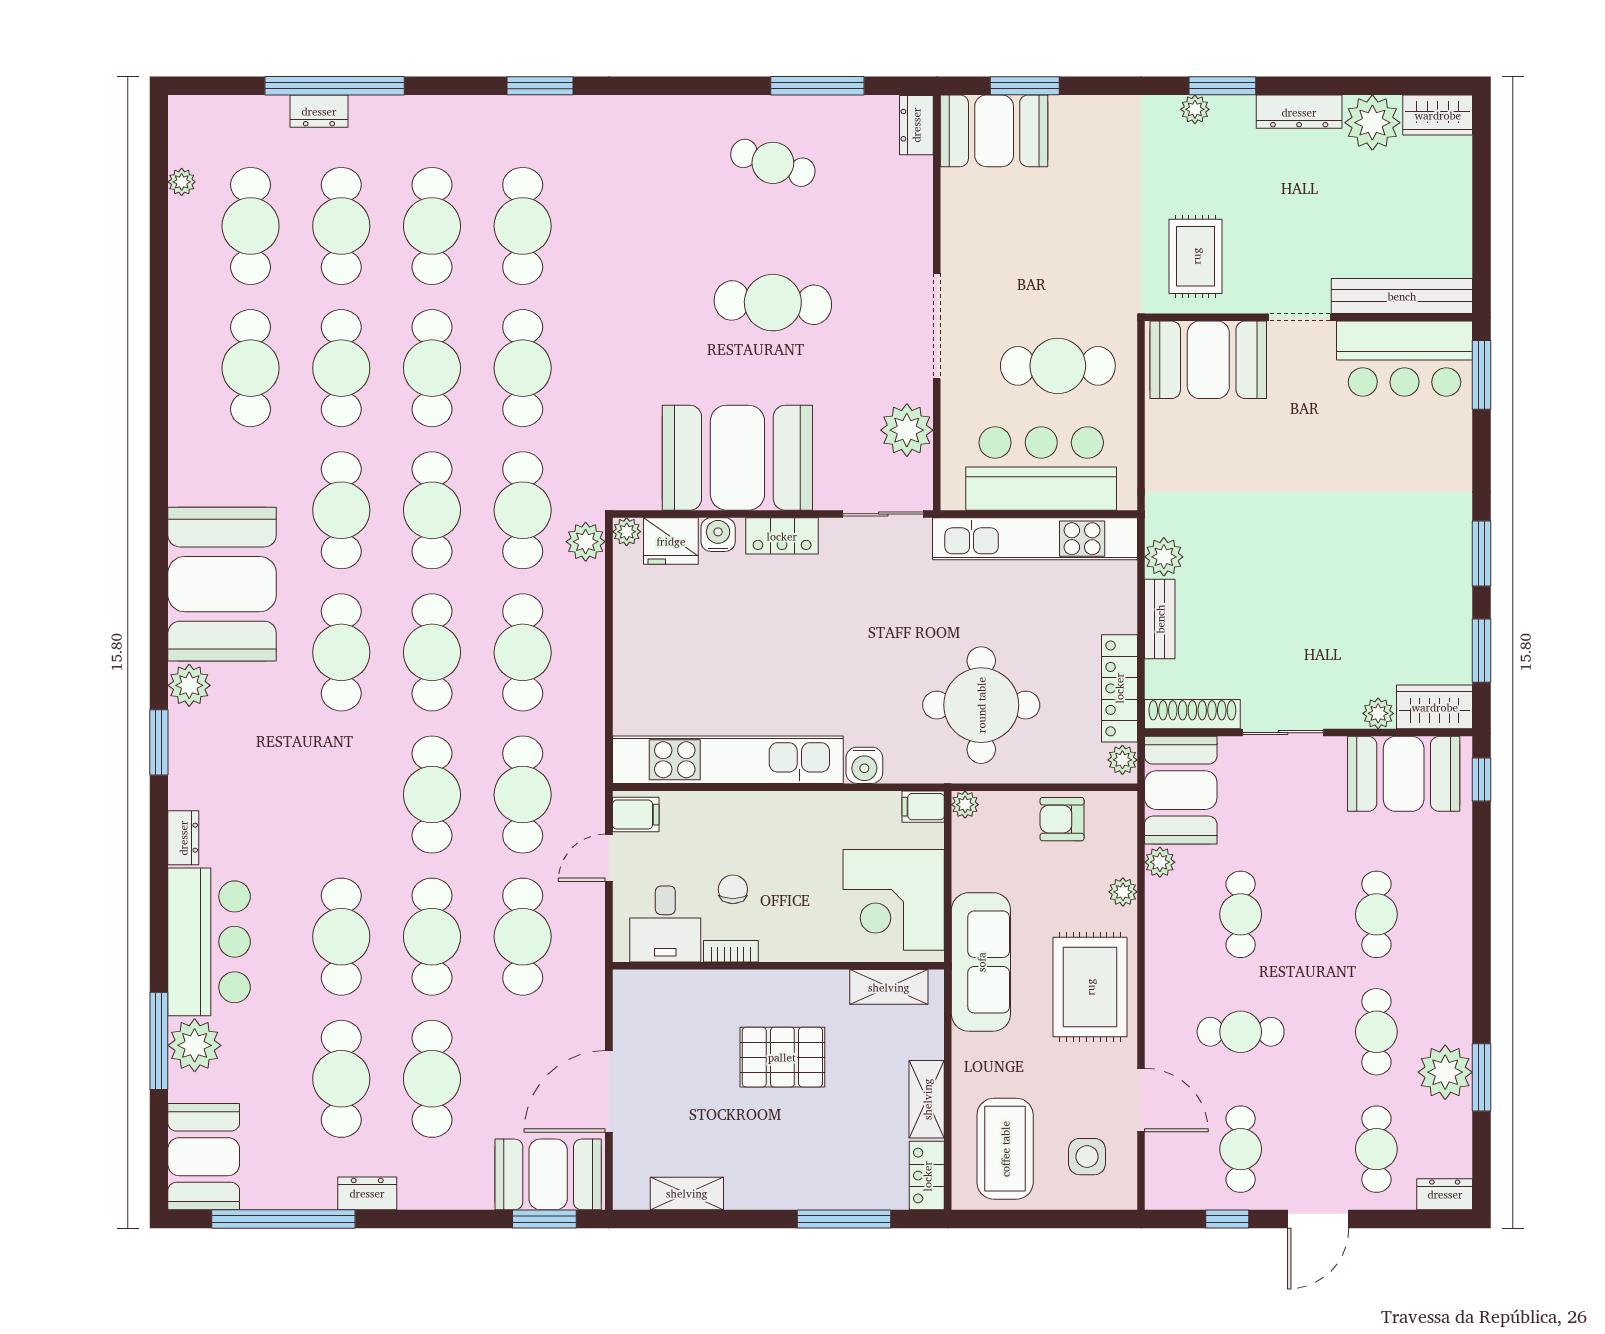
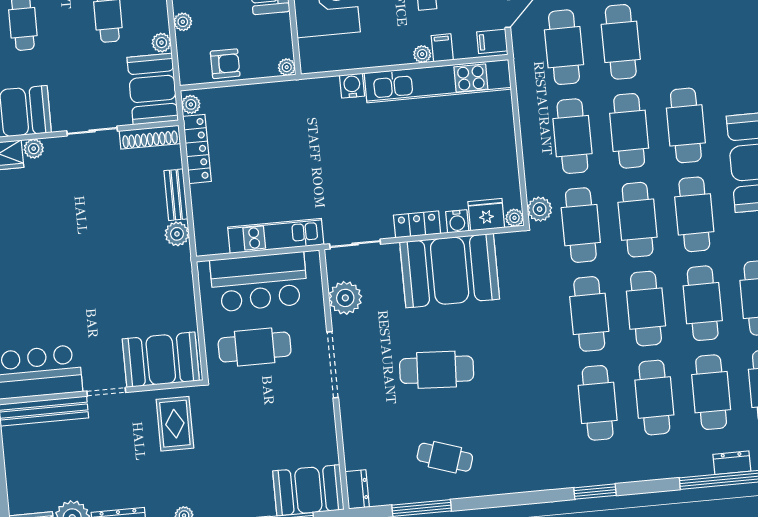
kitchen unit: (1035, 539) -> (276, 236), width x0.73
round table: (981, 705) -> (282, 130), removed
plant: (748, 805) -> (422, 54), added
filing cabinet: (923, 807) -> (442, 48), moved, turned -90

